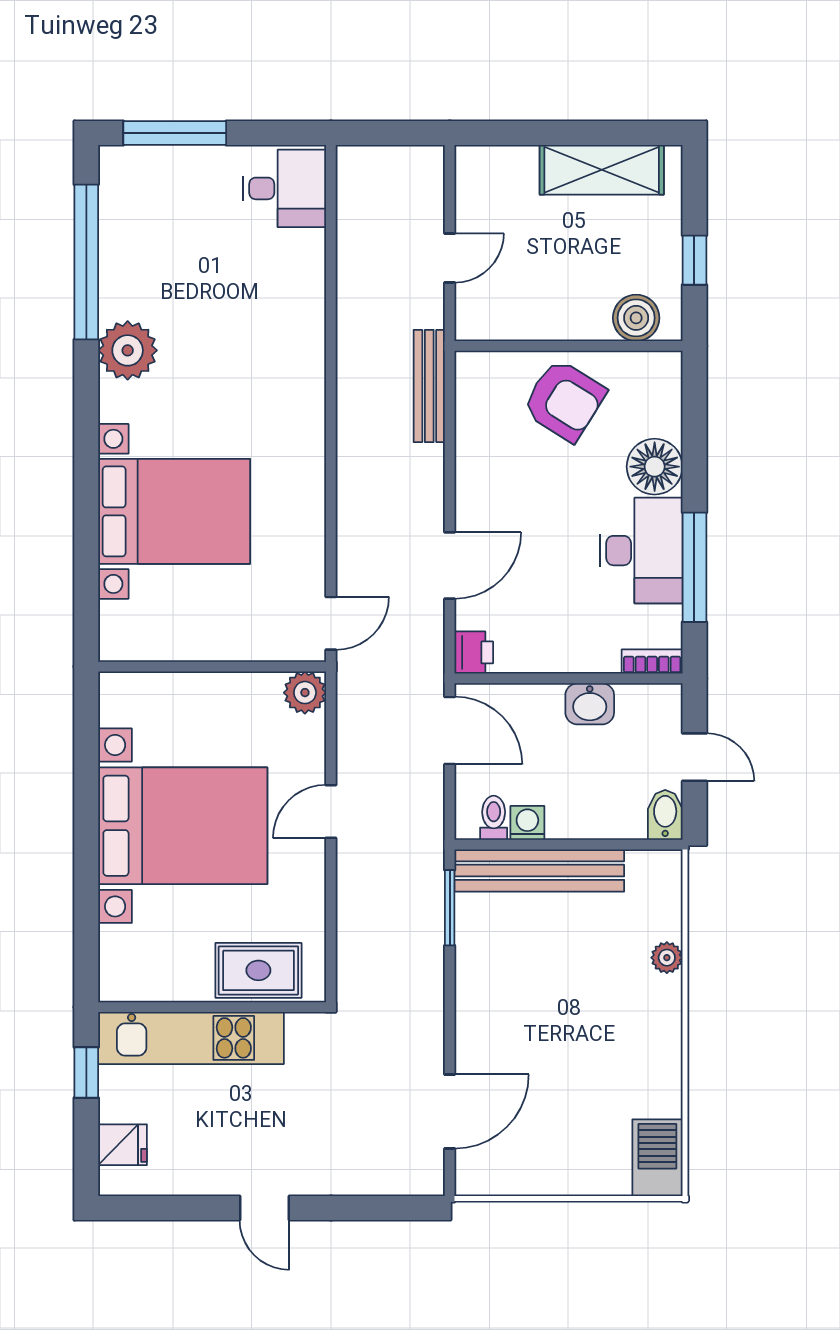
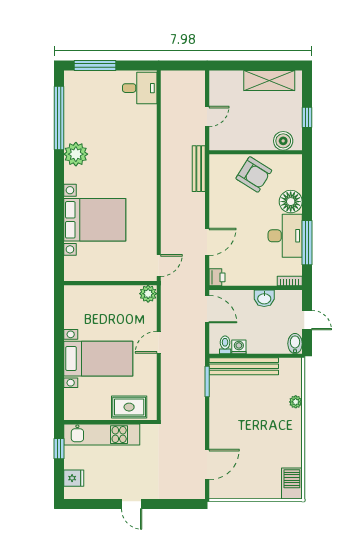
bed with nightstands: (183, 826) -> (98, 359), width x0.73

